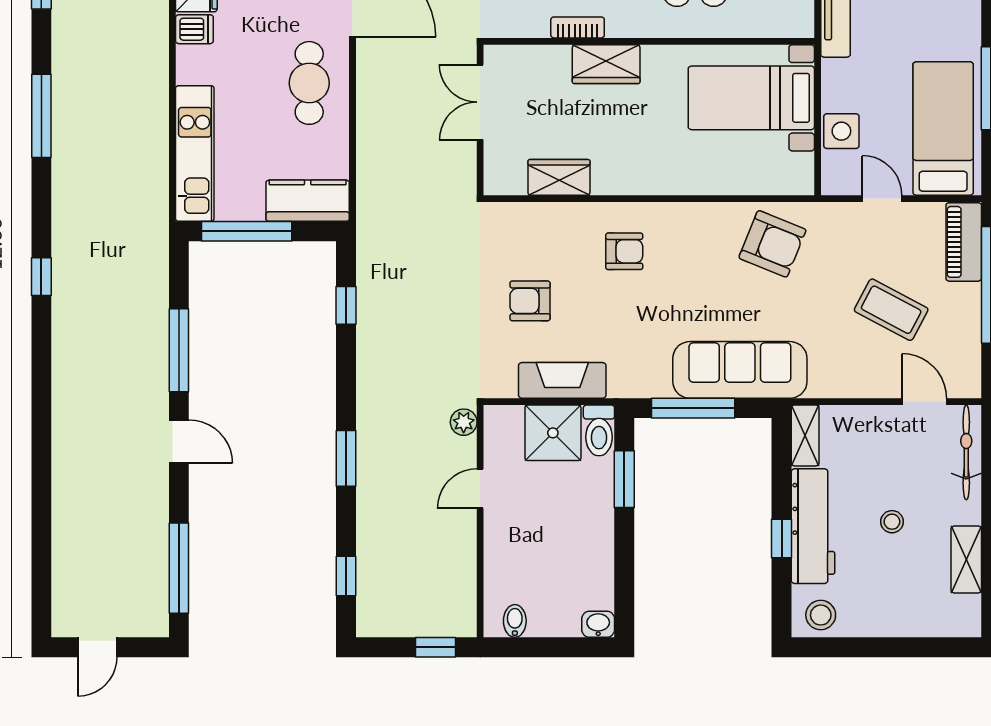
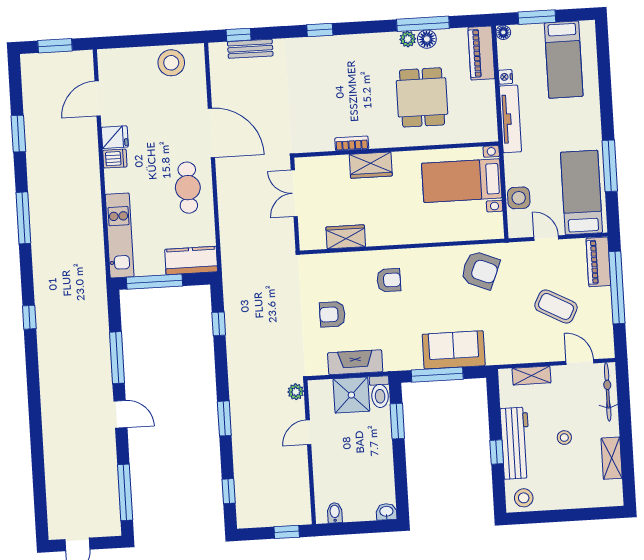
sofa: (740, 370) -> (454, 350), width x0.73
shelving: (805, 435) -> (531, 376), moved, turned 90

